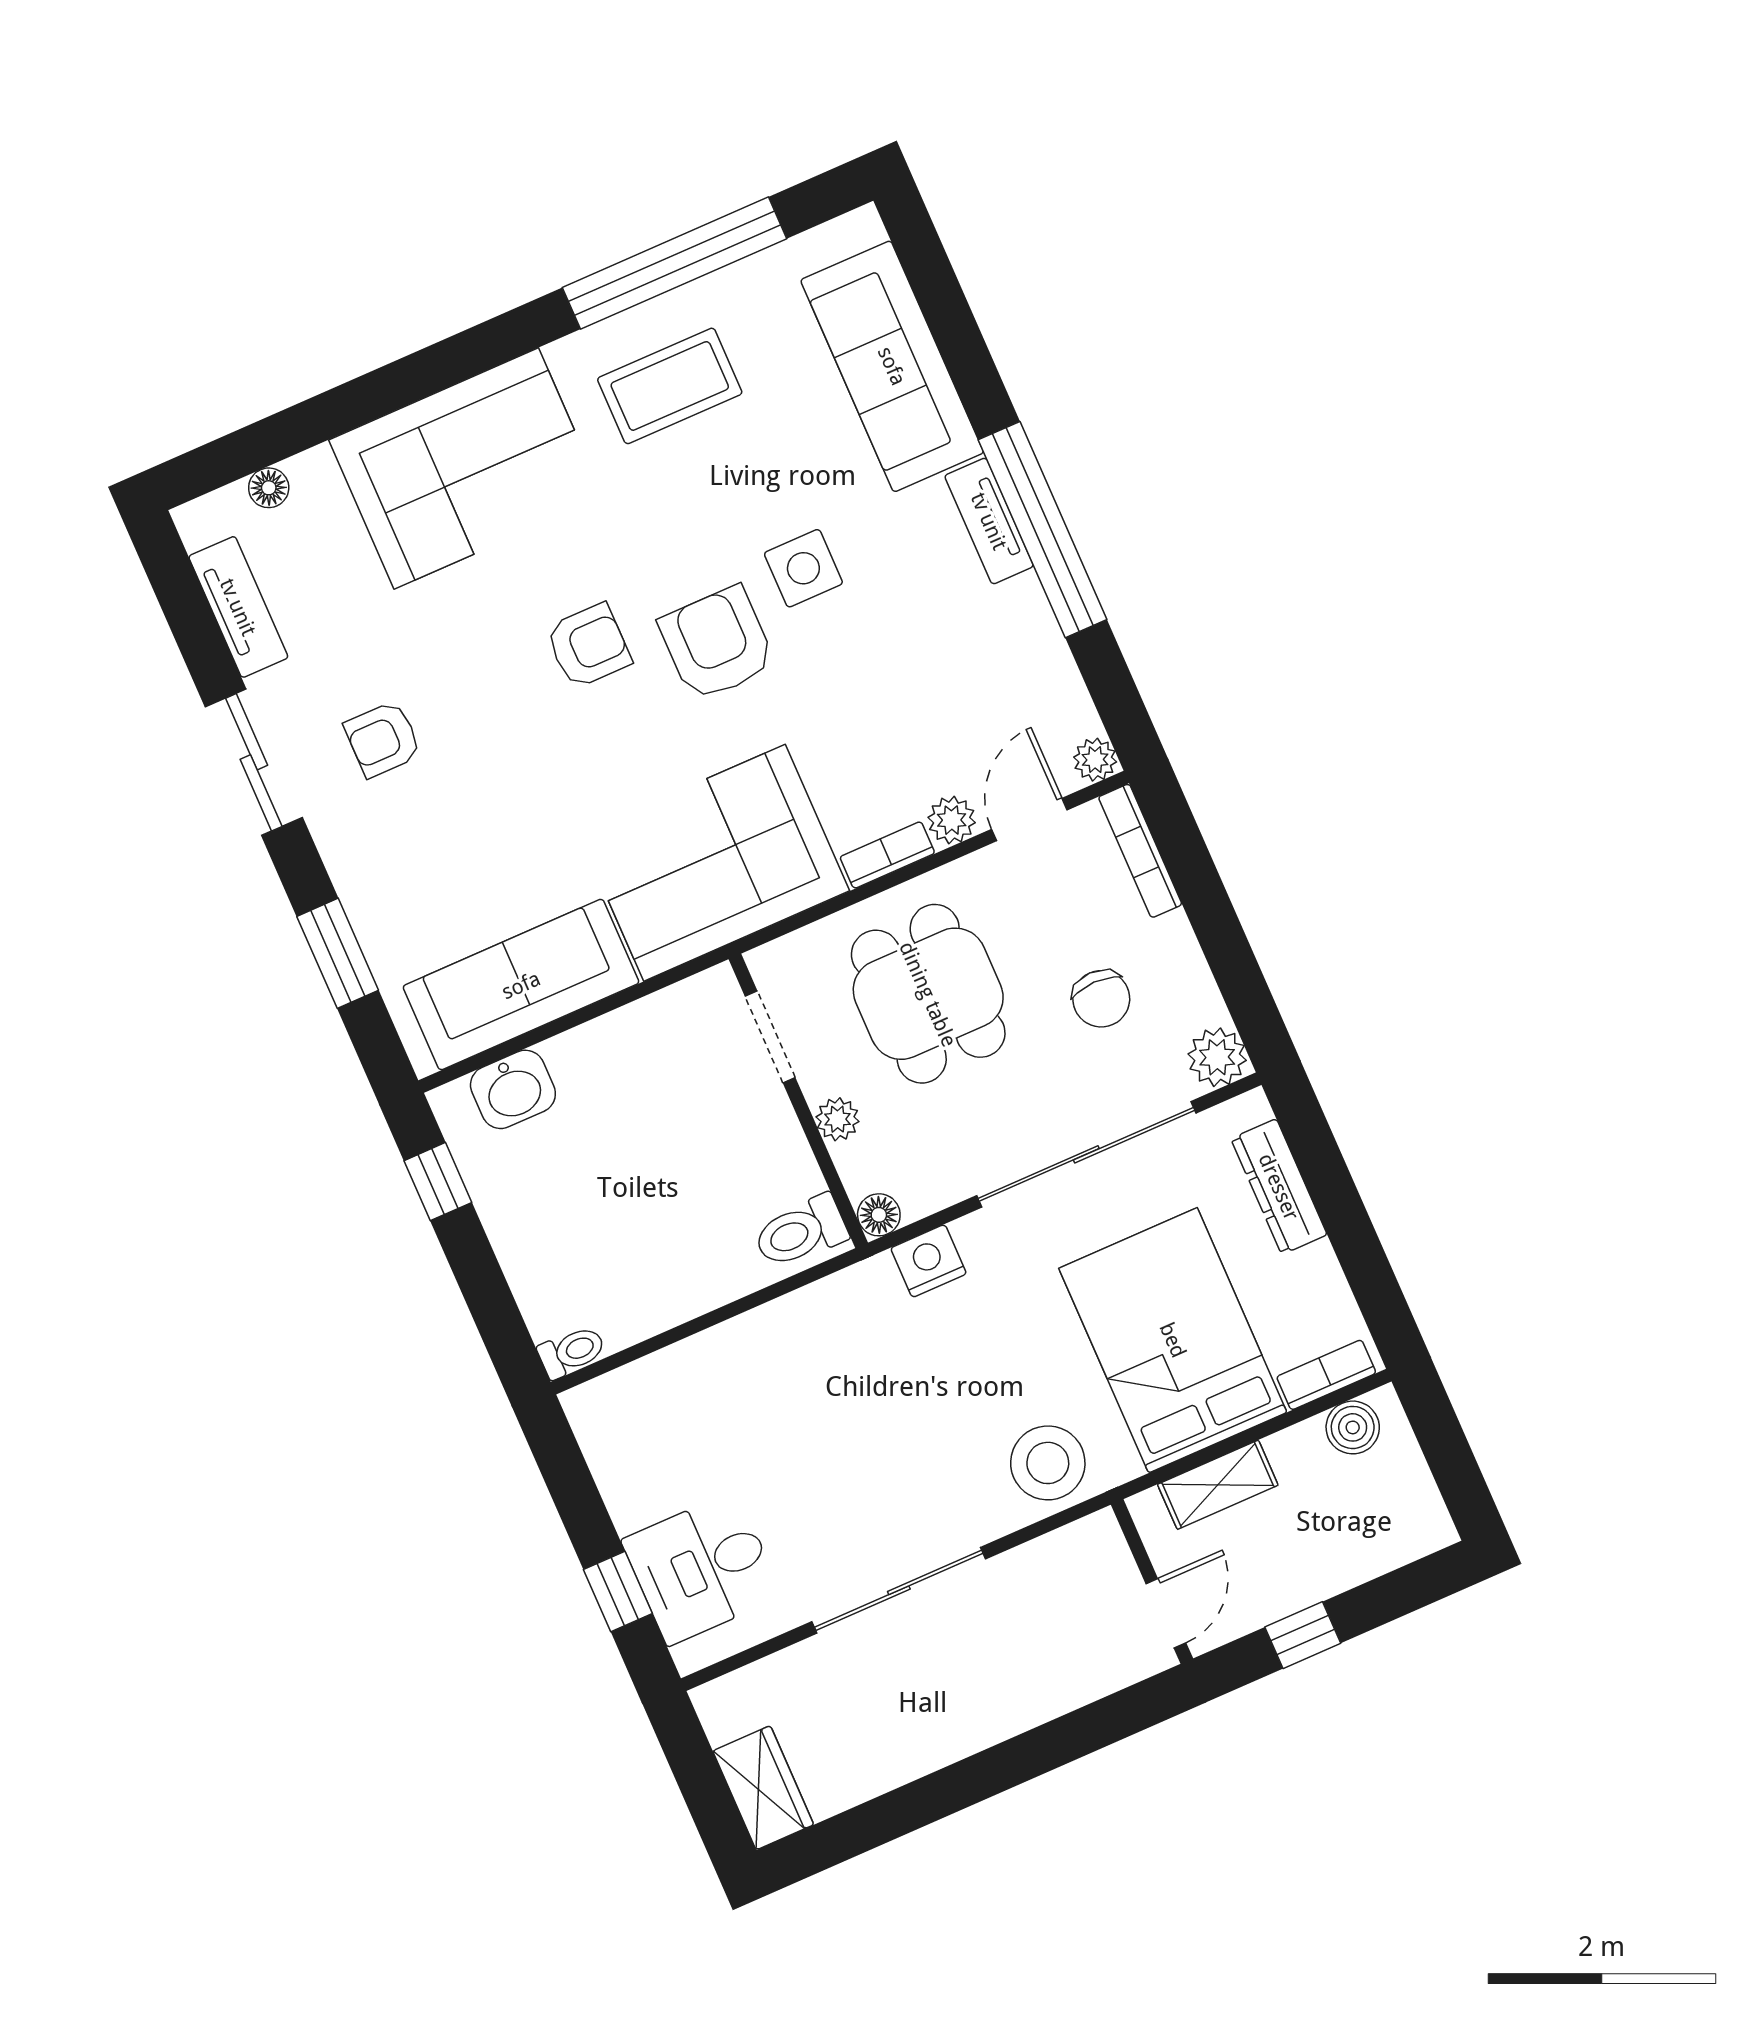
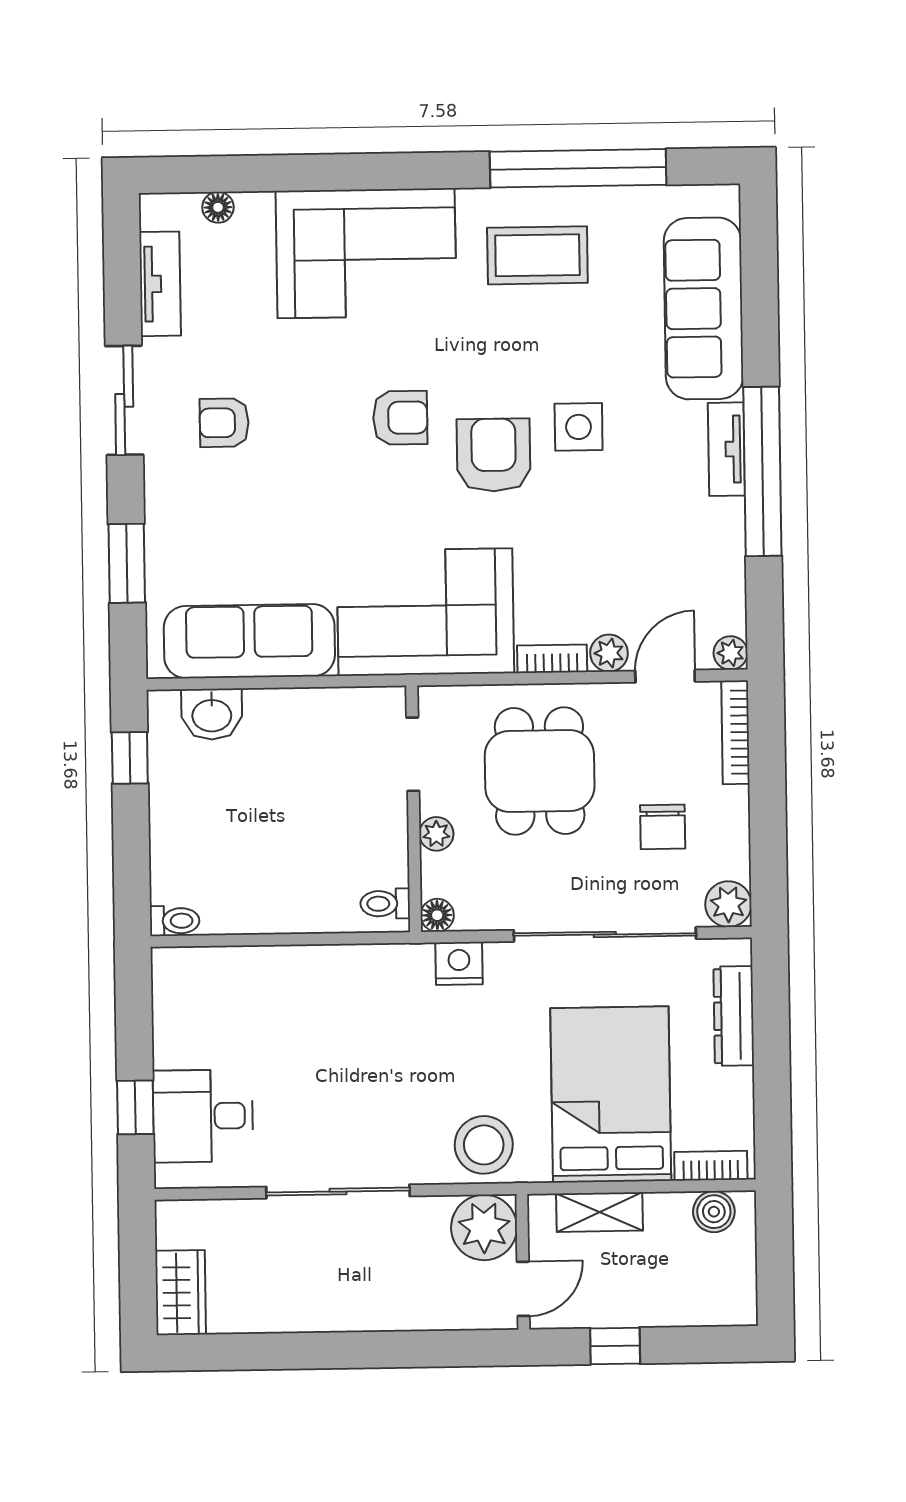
toilet: (801, 1232) -> (385, 904), width x0.73, depth x0.72
plant: (1089, 1560) -> (484, 1227), added

